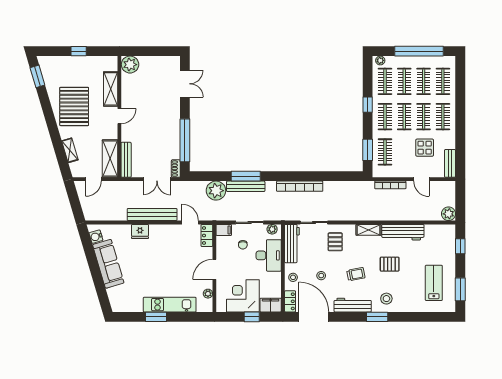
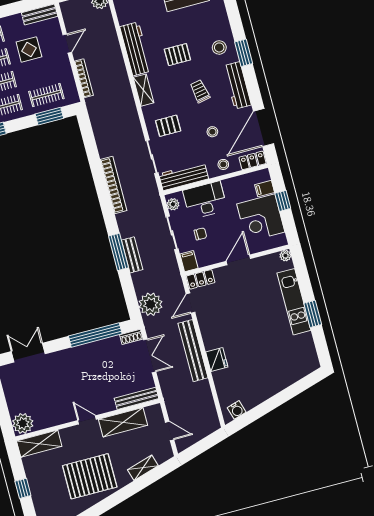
shelving: (111, 89) -> (39, 444), moved
shelving: (110, 158) -> (123, 422), moved
bench: (246, 186) -> (132, 255), width x0.73
plant: (216, 191) -> (151, 304), moved
sofa: (108, 264) -> (265, 387), removed
pallet: (390, 264) -> (177, 55), turned 90
door: (214, 269) -> (238, 260), swing flipped
plant: (208, 294) -> (285, 256), moved
filing cabinet: (271, 305) -> (265, 189), width x0.50

